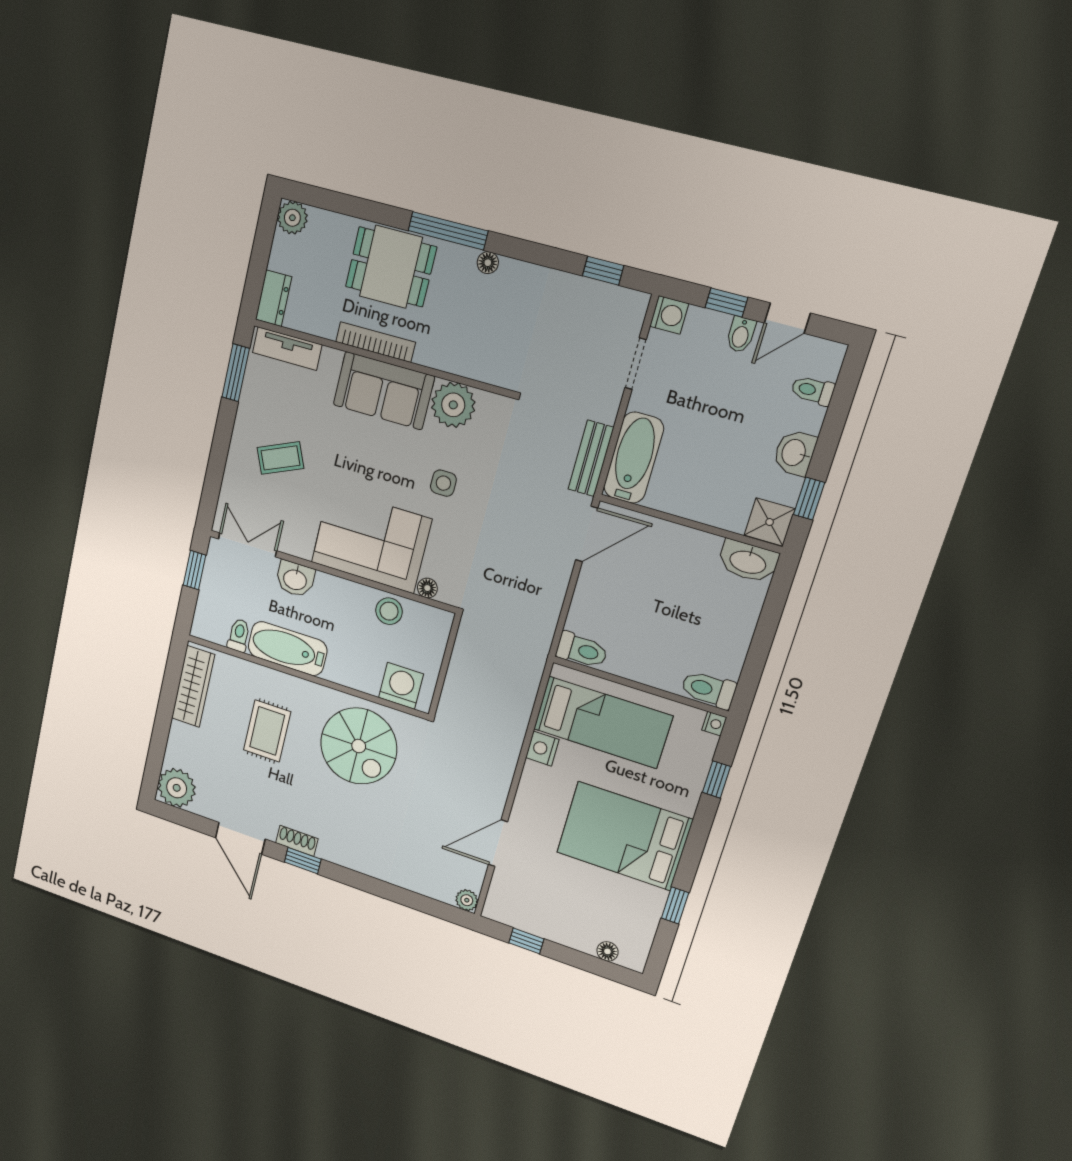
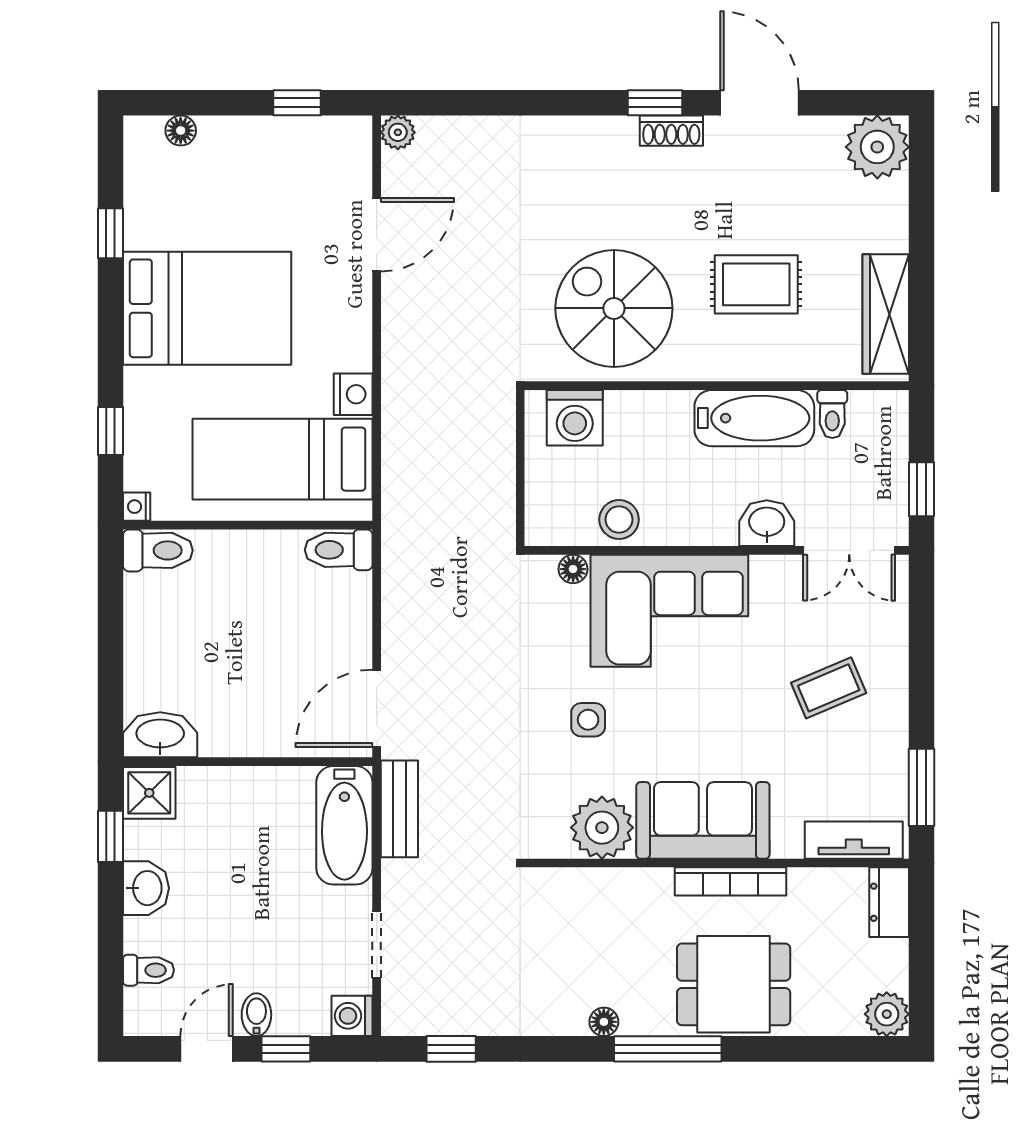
rug: (267, 731) -> (756, 284), turned 90

